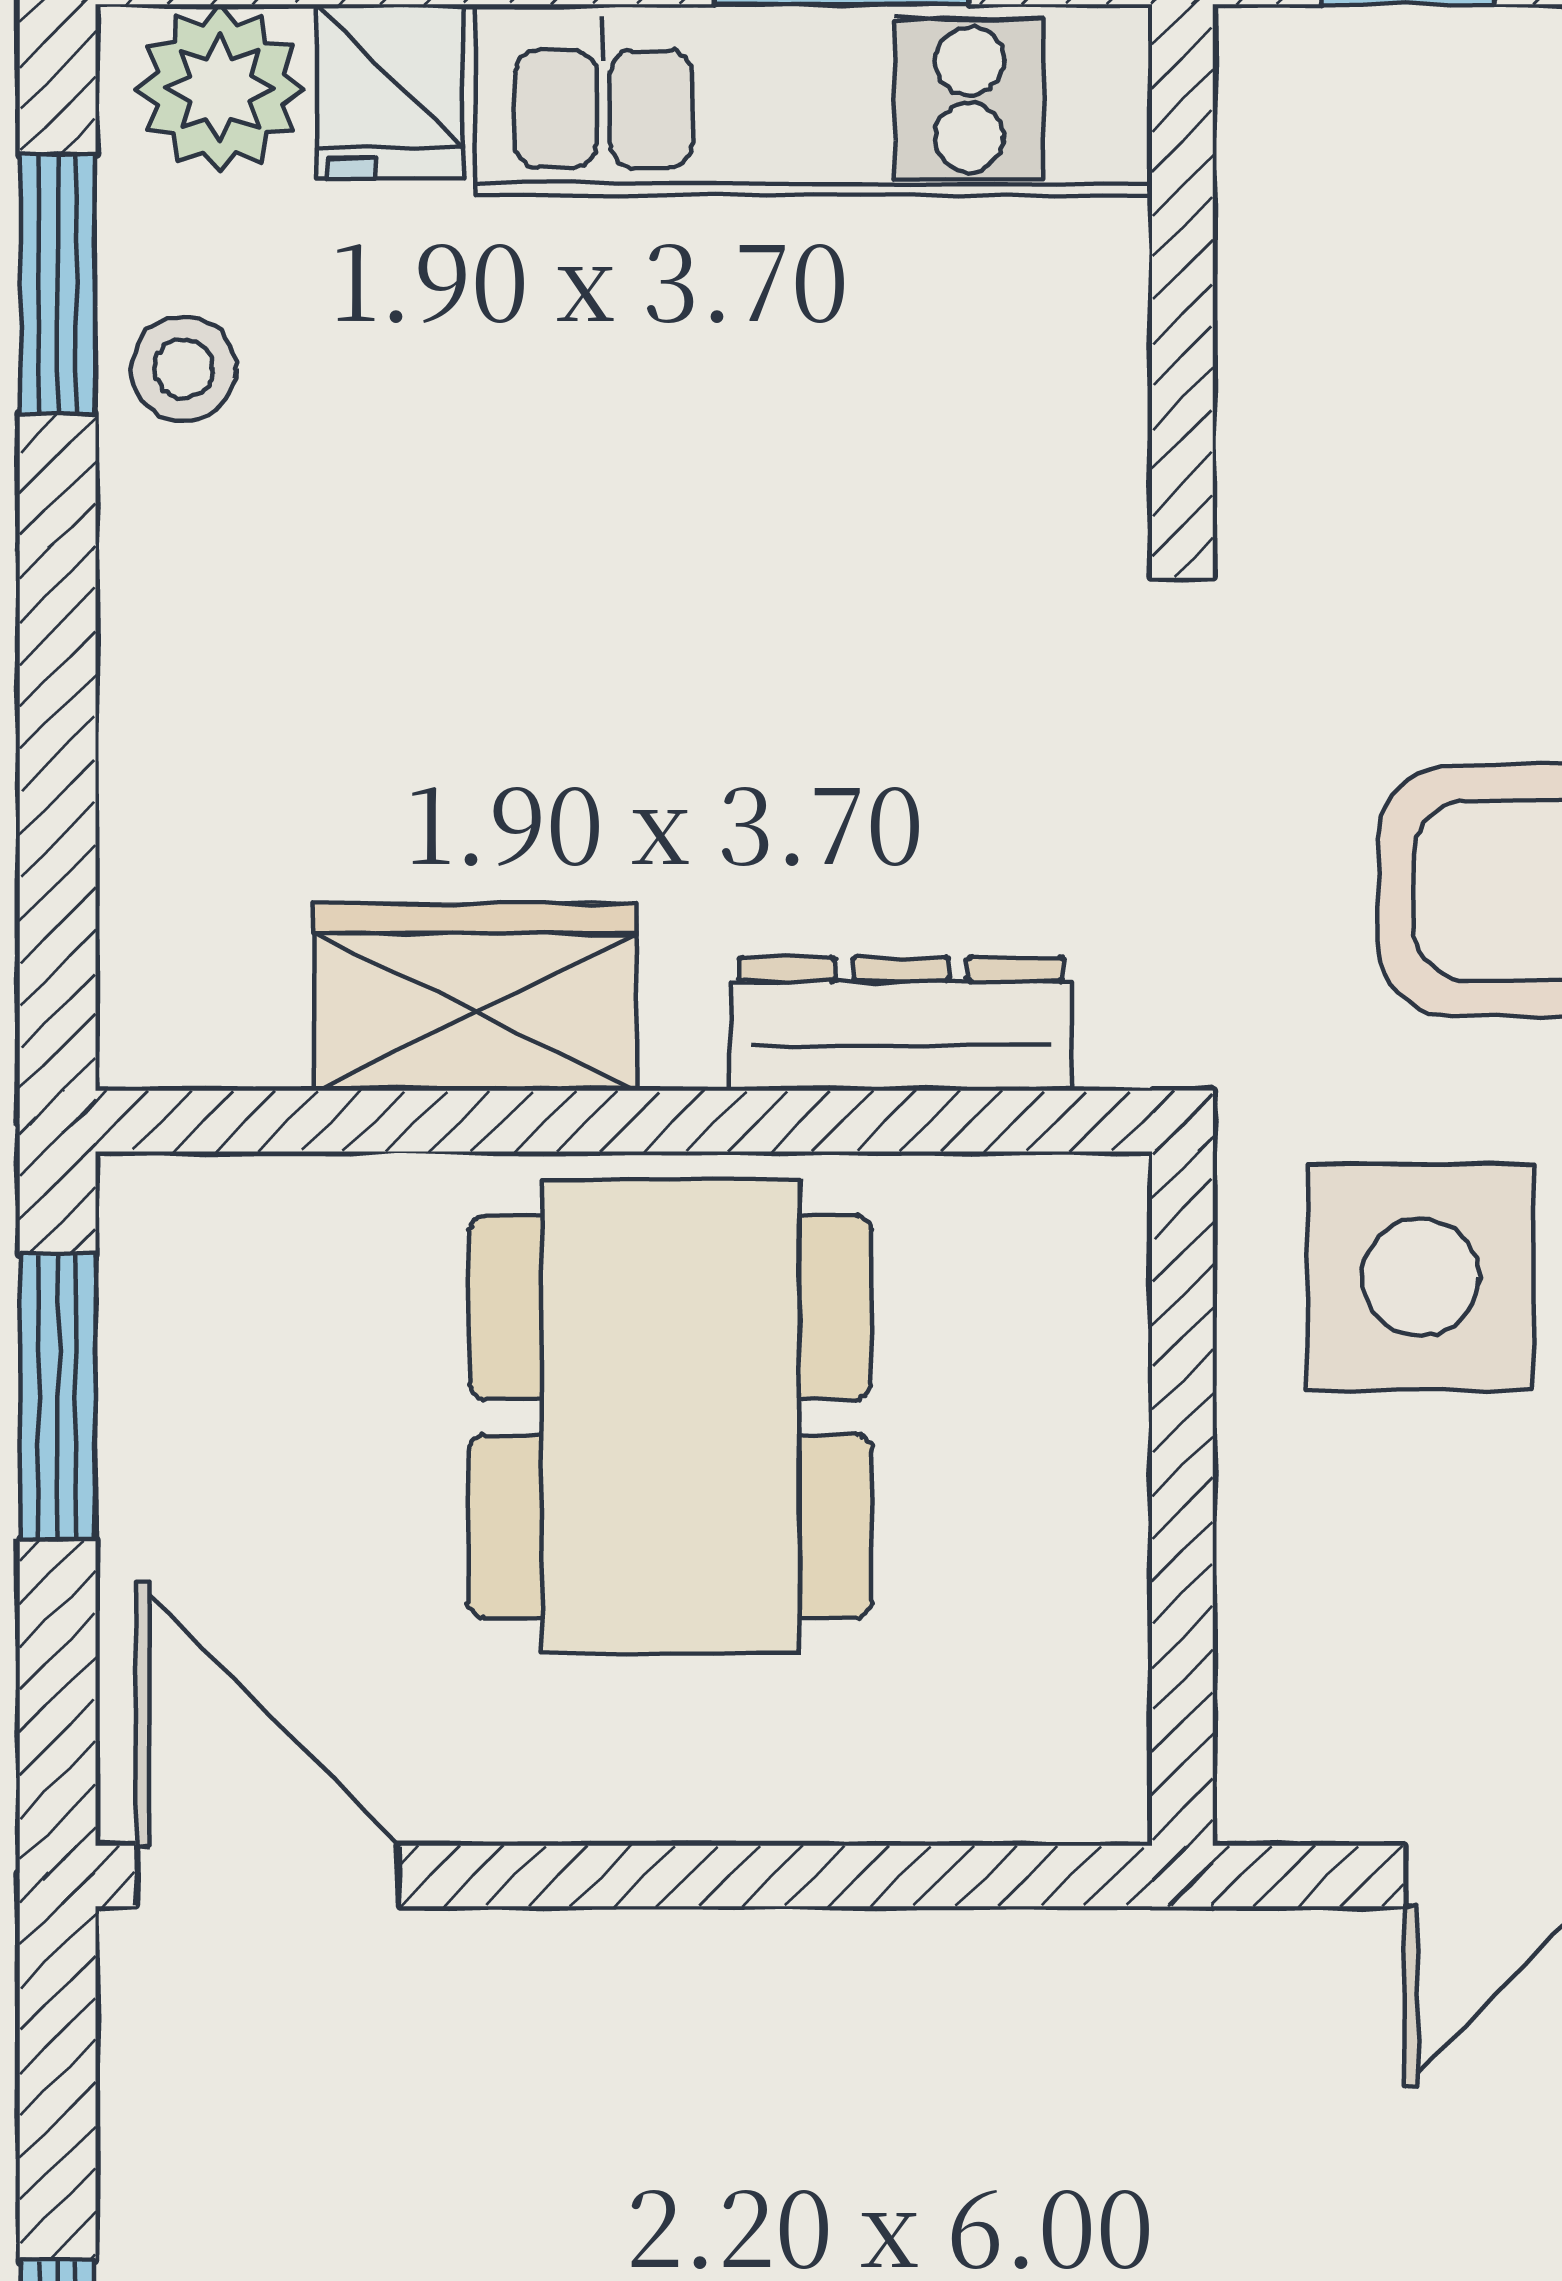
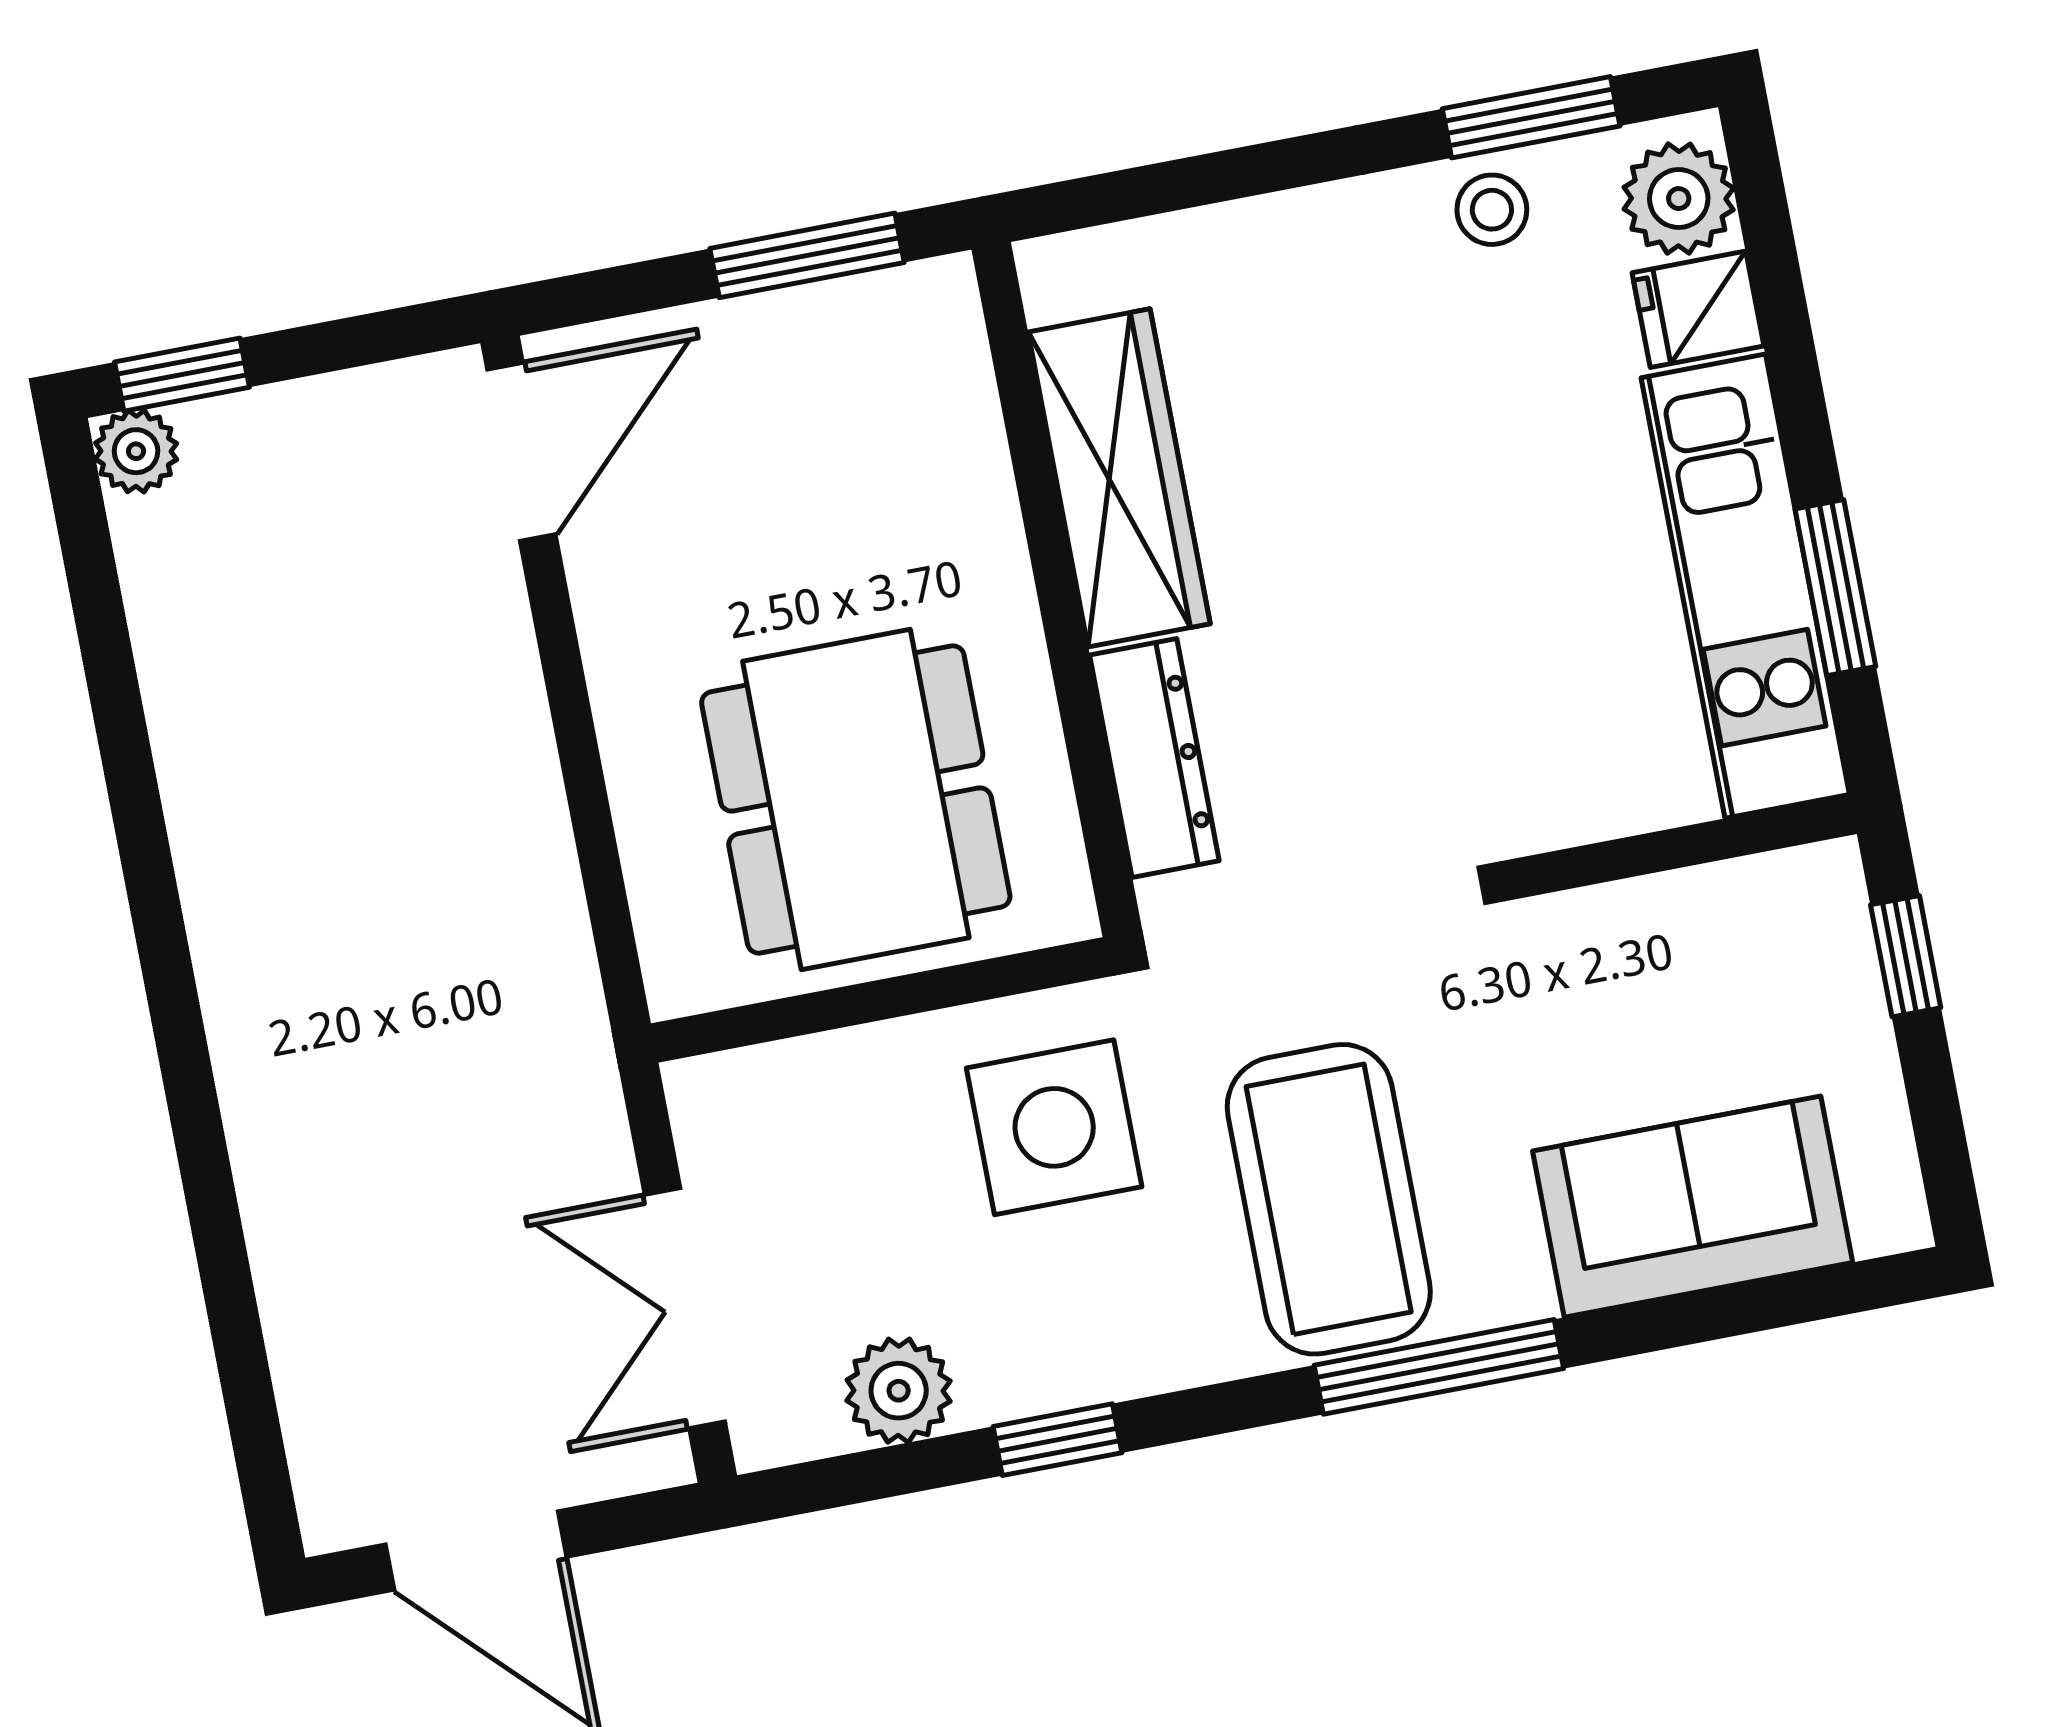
wardrobe: (476, 997) -> (1119, 478), width x1.50
dining table: (670, 1417) -> (856, 799), moved, turned 90

